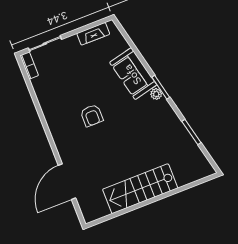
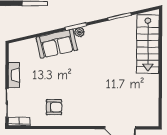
fireplace: (93, 34) -> (14, 75), moved
armchair: (92, 115) -> (54, 107), moved
stairs: (140, 189) -> (148, 44), moved

